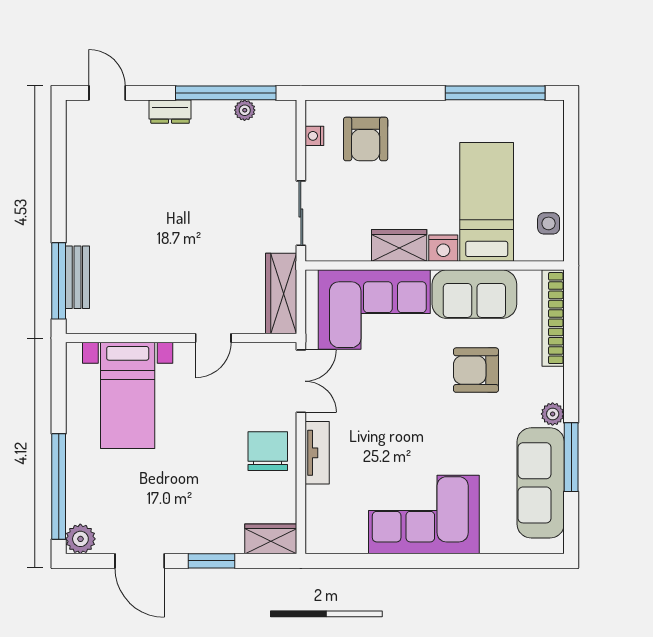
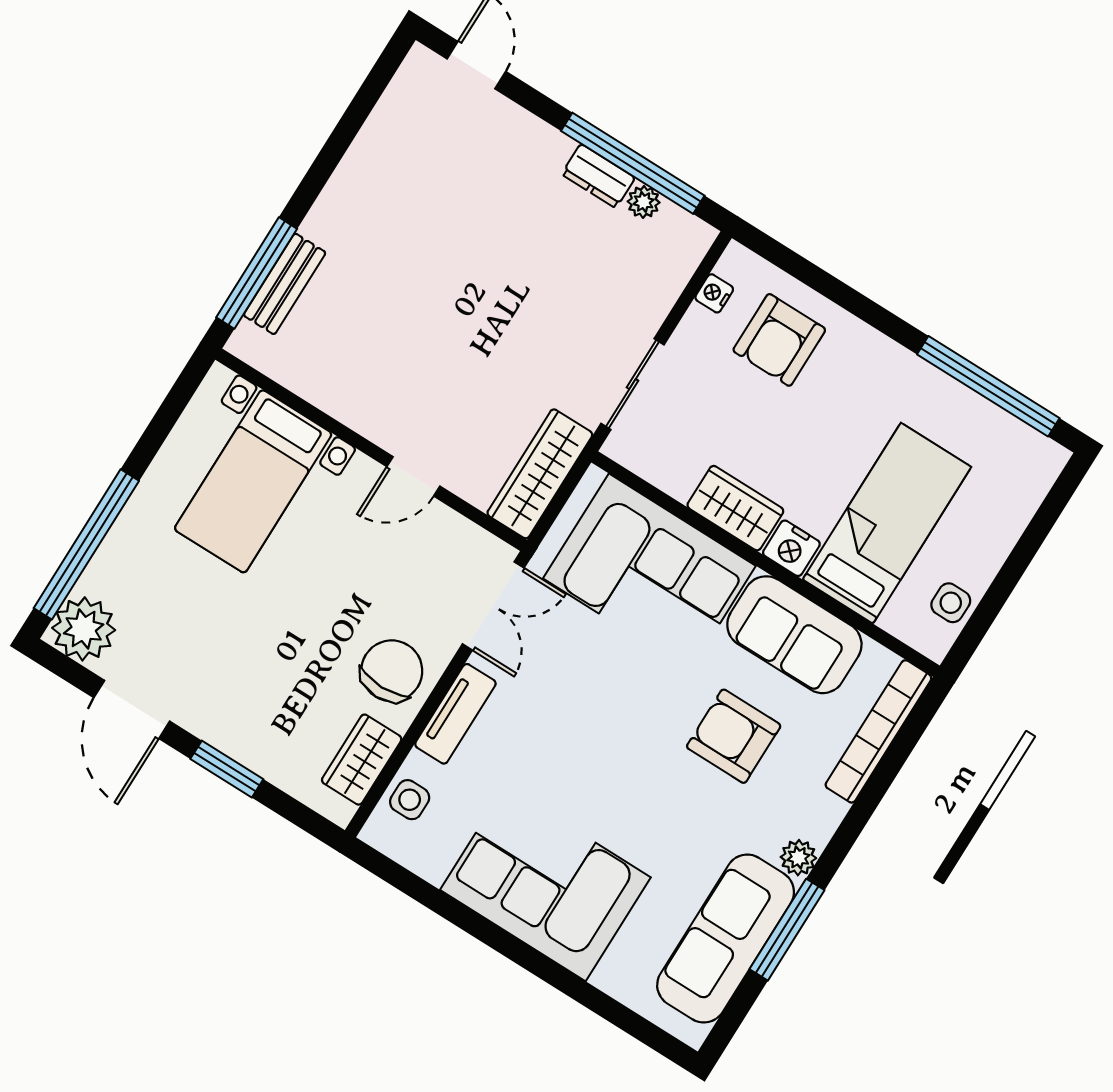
dresser: (170, 112) -> (598, 176), moved
side table: (321, 515) -> (410, 800), added
plant: (80, 539) -> (84, 629), width x1.36, depth x1.36
wardrobe: (271, 539) -> (362, 760), moved, turned -90

